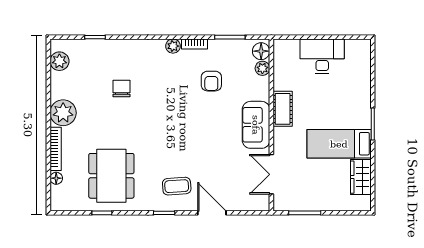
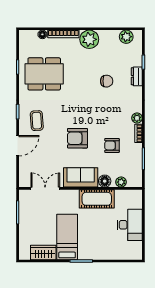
dresser: (115, 46) -> (137, 76), added
floor lamp: (261, 51) -> (105, 181), moved
cot: (283, 109) -> (97, 199), width x1.37, depth x1.34
armchair: (201, 129) -> (77, 138), added

